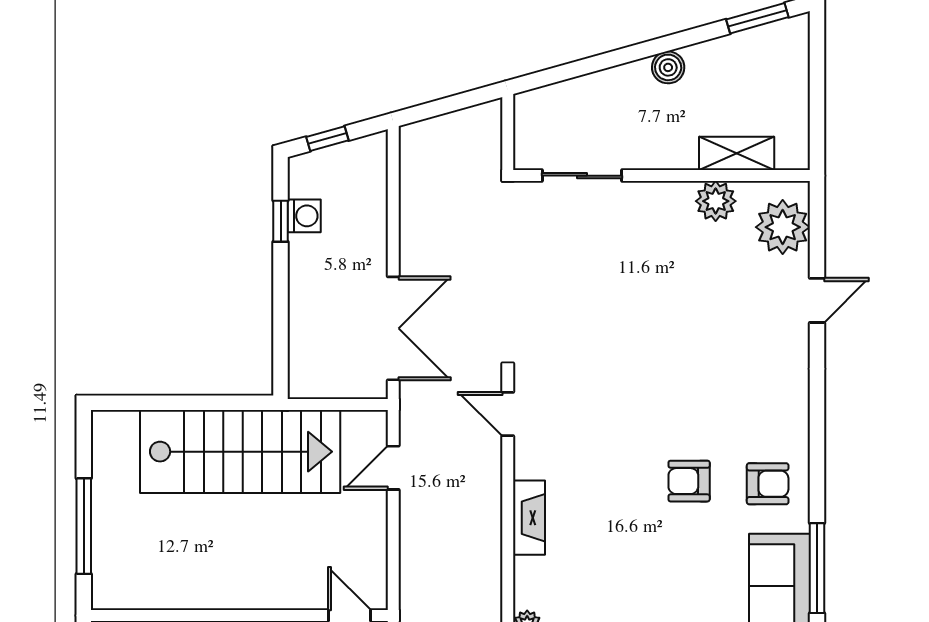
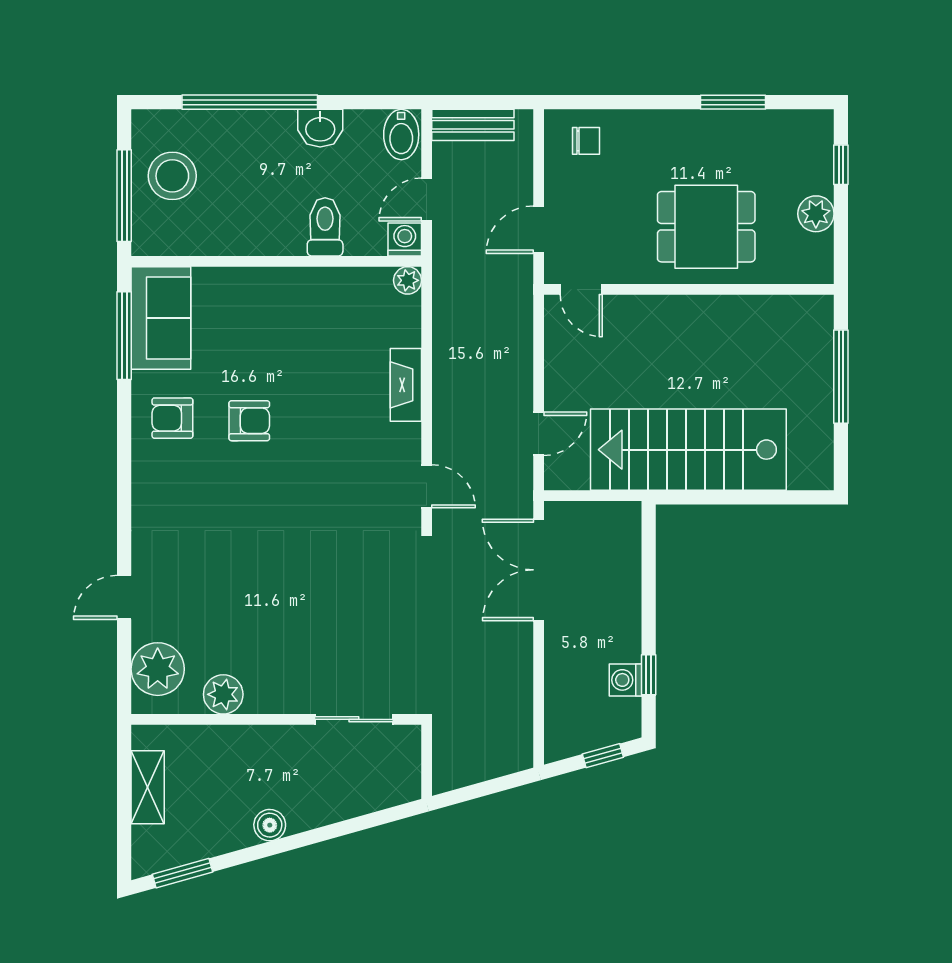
shelving: (737, 153) -> (148, 787), moved, turned 90

